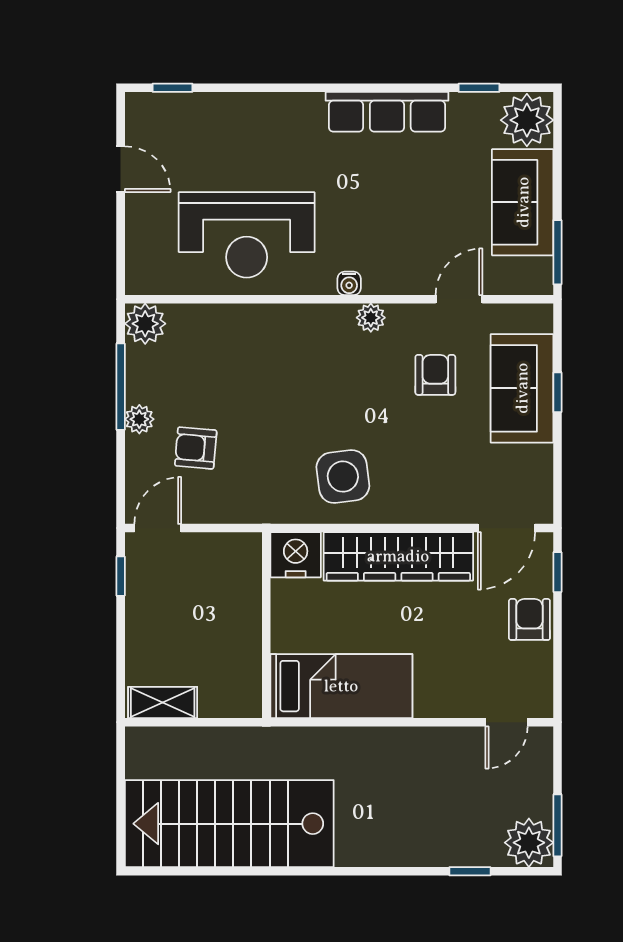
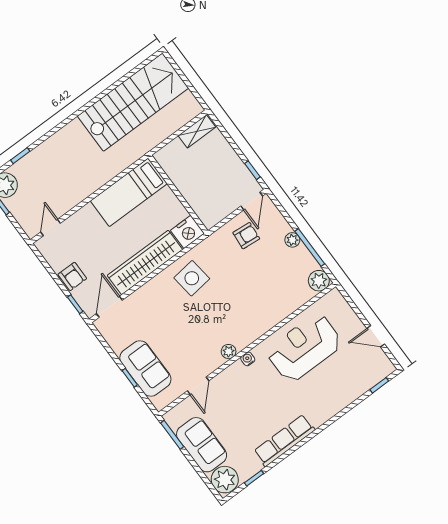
armchair: (435, 375) -> (185, 348), removed
armchair: (196, 448) -> (246, 236), moved

